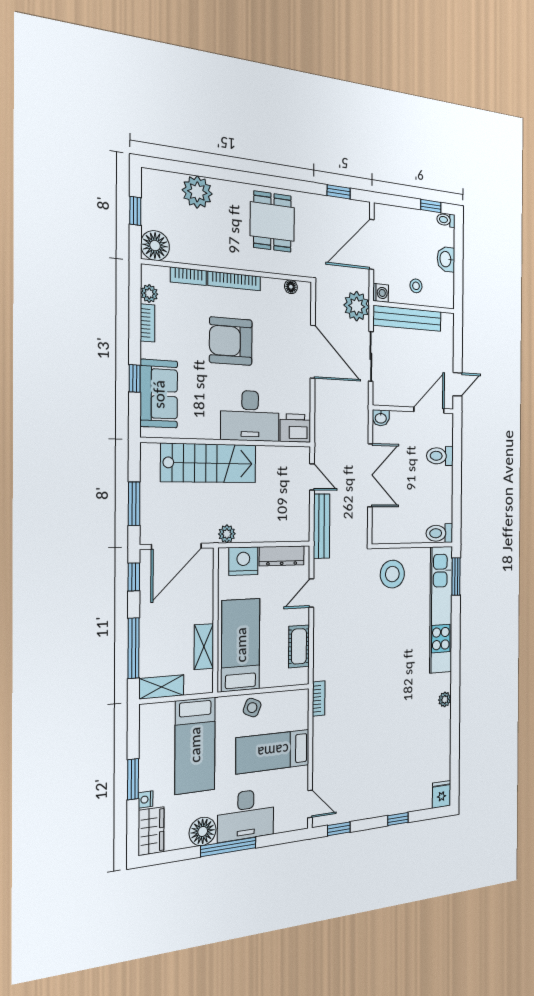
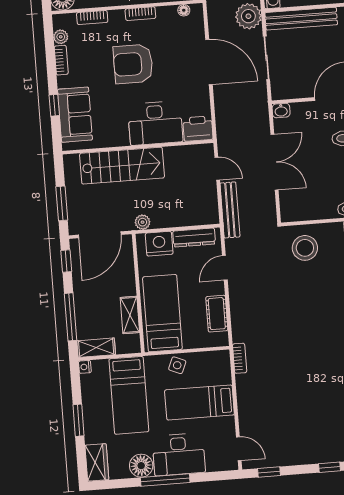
bookcase: (234, 281) -> (140, 14), width x0.64
nightstand: (146, 799) -> (85, 367), moved

